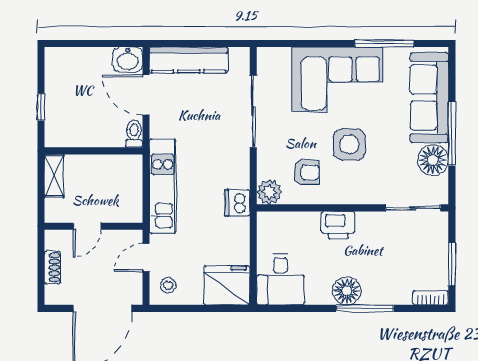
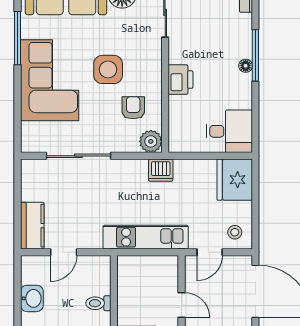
washbasin: (128, 60) -> (32, 298), moved
kitchen counter: (189, 60) -> (32, 226), width x0.67
door: (146, 95) -> (64, 252), width x0.73
toilet: (134, 134) -> (98, 303), moved
door: (146, 258) -> (210, 252), hinge flipped
floor lamp: (347, 291) -> (246, 66), width x0.53, depth x0.53

